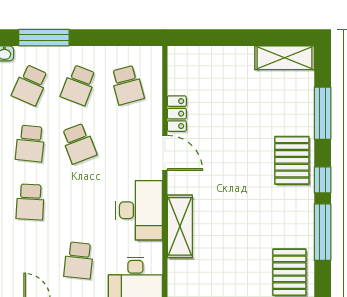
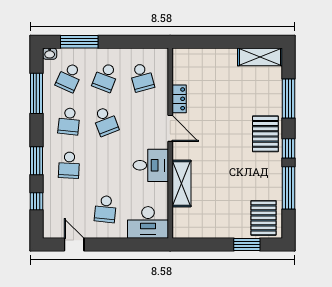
desk: (139, 210) -> (151, 165), width x0.73

